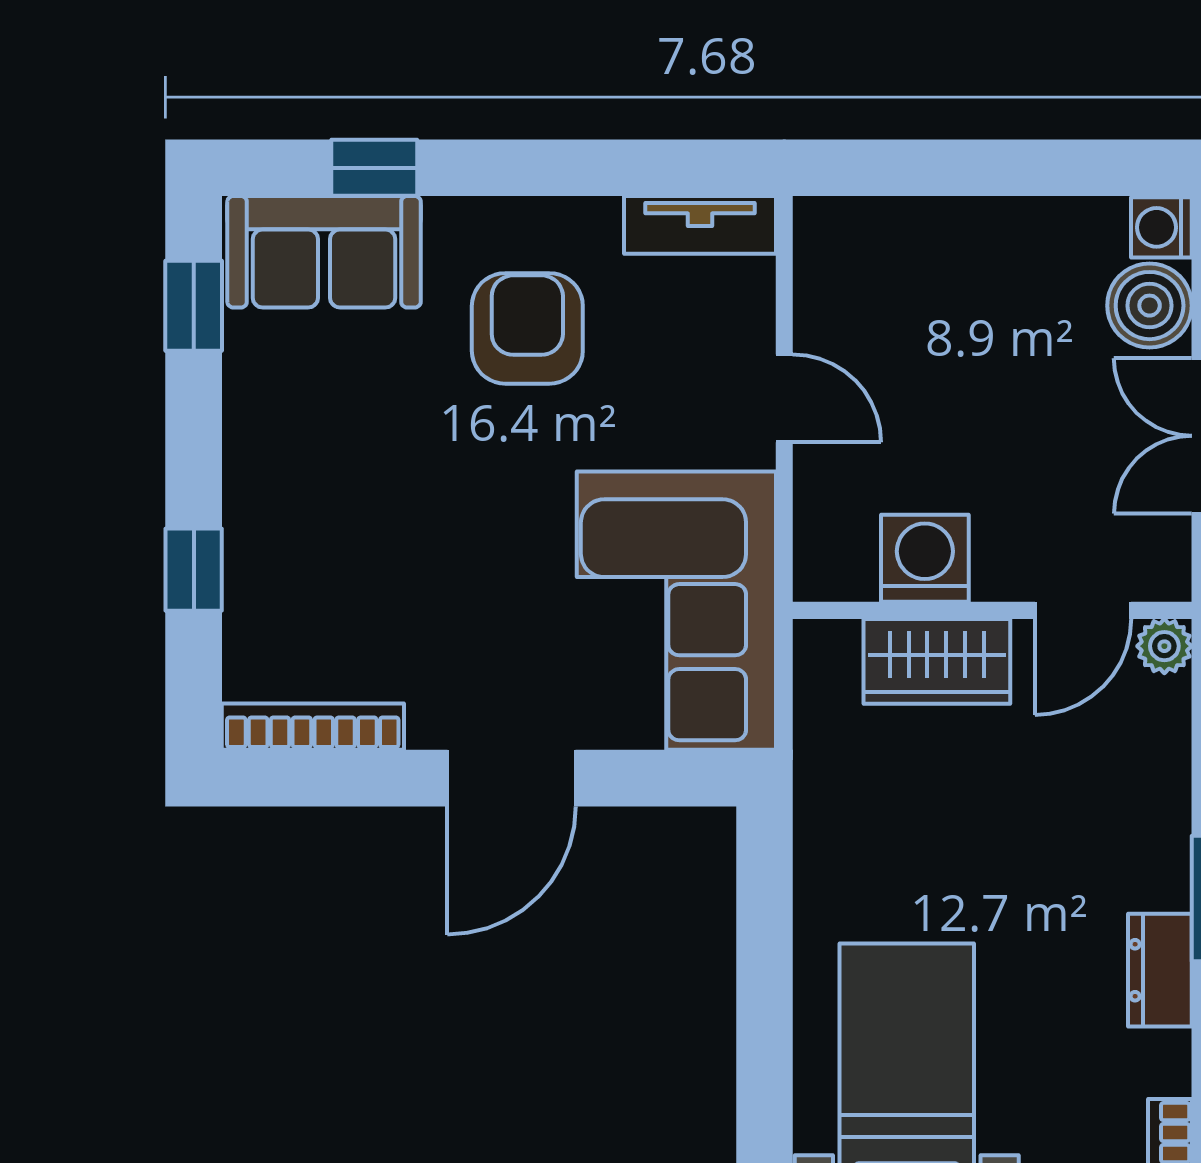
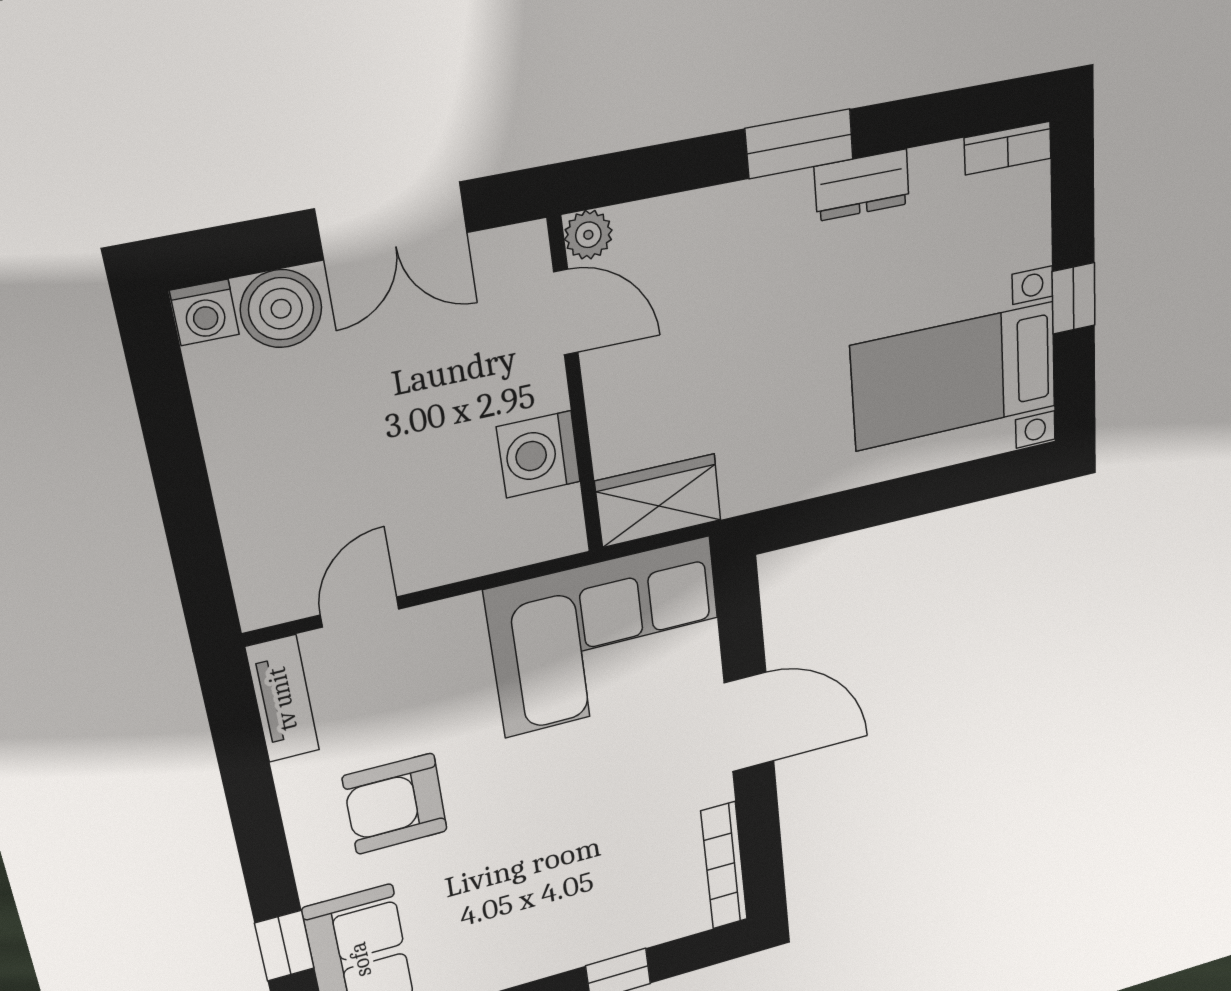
door: (784, 398) -> (360, 612), moved
wardrobe: (937, 661) -> (658, 501), moved, turned -90

